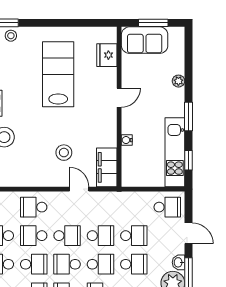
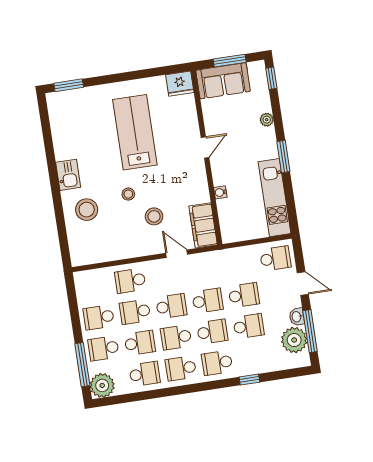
stool: (11, 36) -> (128, 194), moved
fridge: (107, 55) -> (180, 84), moved, turned -90
window: (188, 160) -> (271, 78), moved

